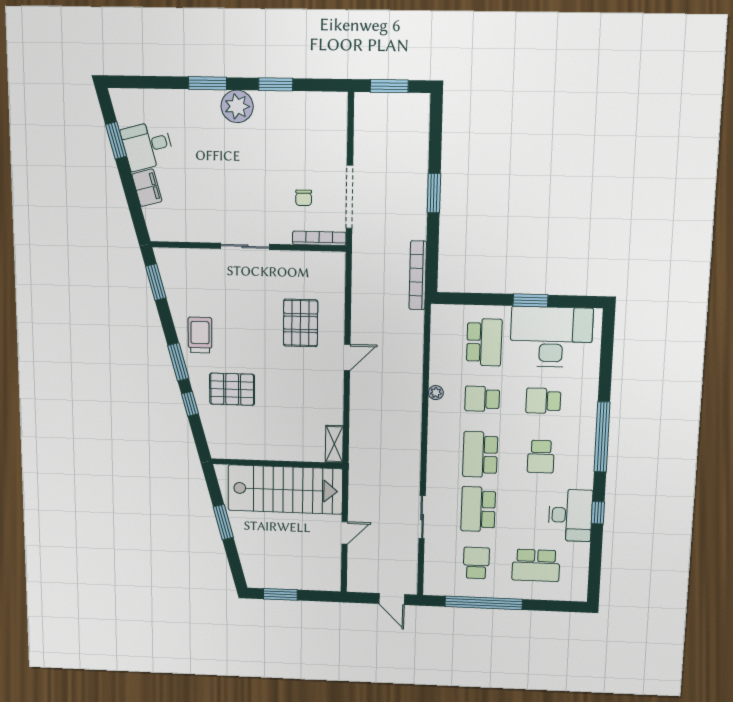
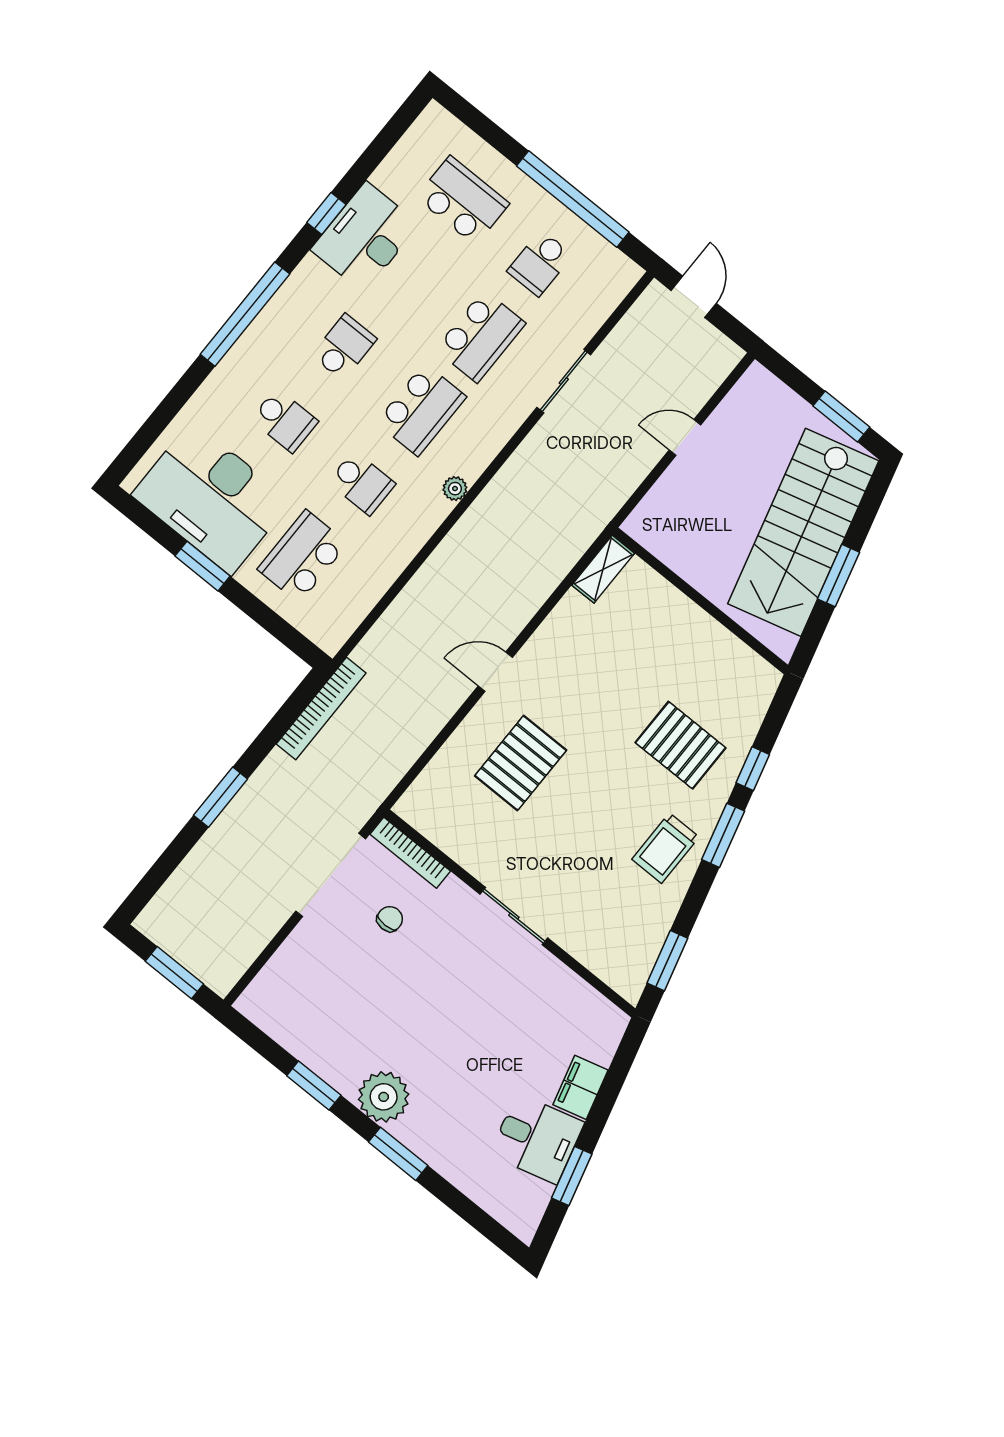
plant: (436, 393) -> (455, 489), moved
stairs: (285, 490) -> (803, 532), moved, turned -105

